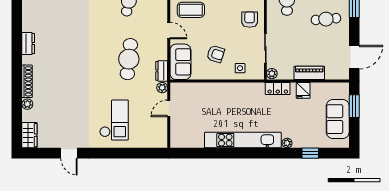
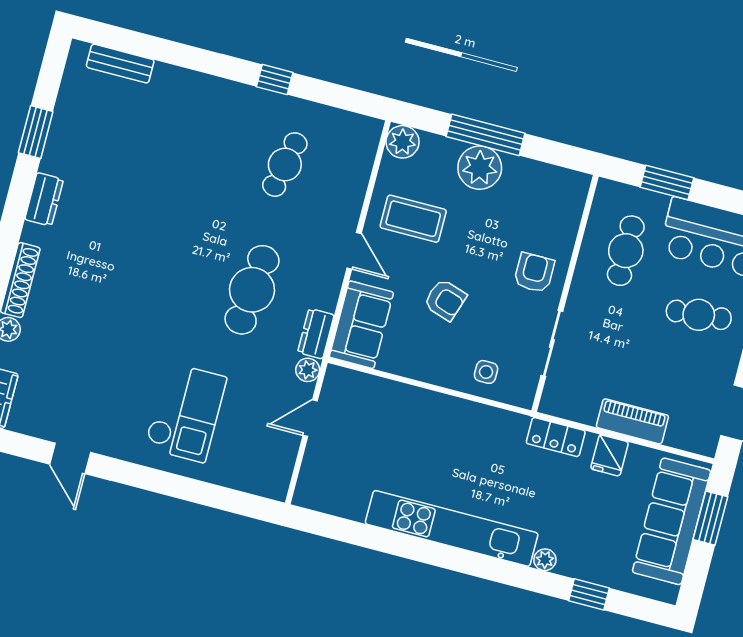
window: (17, 15) -> (36, 132), added
armchair: (216, 54) -> (445, 300), moved
plant: (272, 74) -> (551, 402), removed
sofa: (338, 119) -> (672, 521), width x1.36

